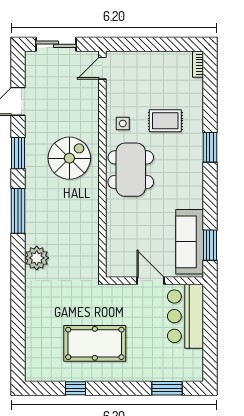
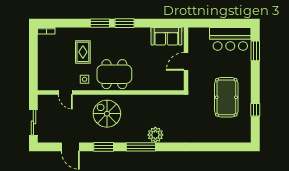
door: (102, 68) -> (65, 92), moved
sofa: (190, 242) -> (166, 36), width x0.73
window: (210, 245) -> (124, 23), moved
plant: (37, 258) -> (155, 135), moved
bar counter: (185, 316) -> (230, 39), moved

